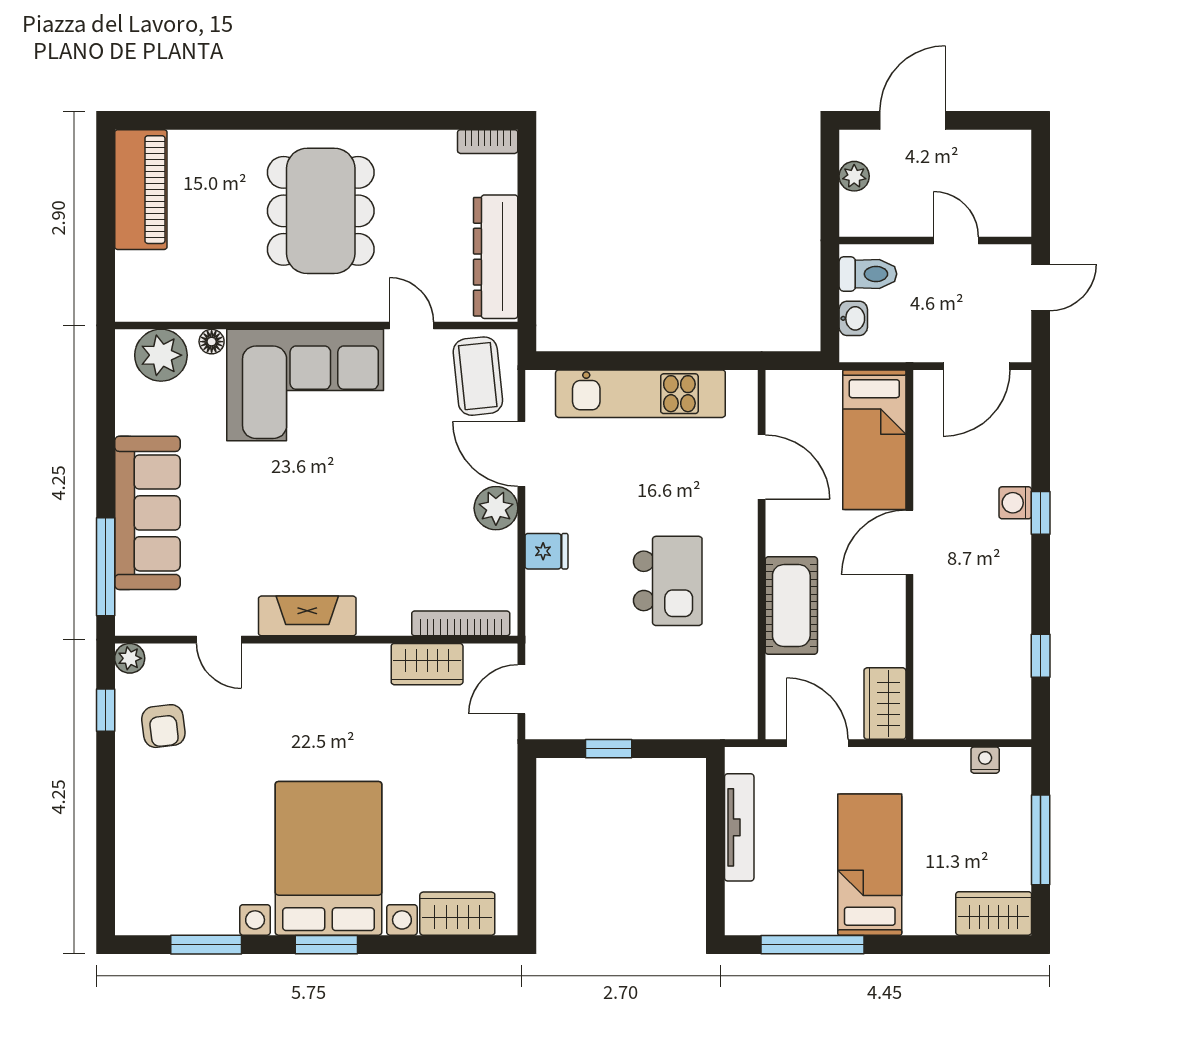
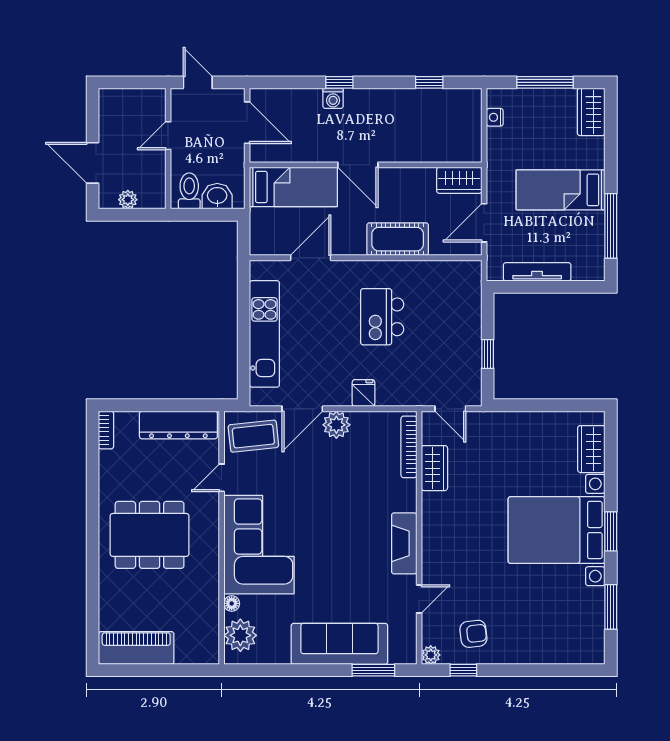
washbasin: (853, 318) -> (217, 196), width x1.38, depth x1.45
window: (106, 567) -> (373, 670), width x0.69
kitchen island: (668, 581) -> (382, 317), turned -90

